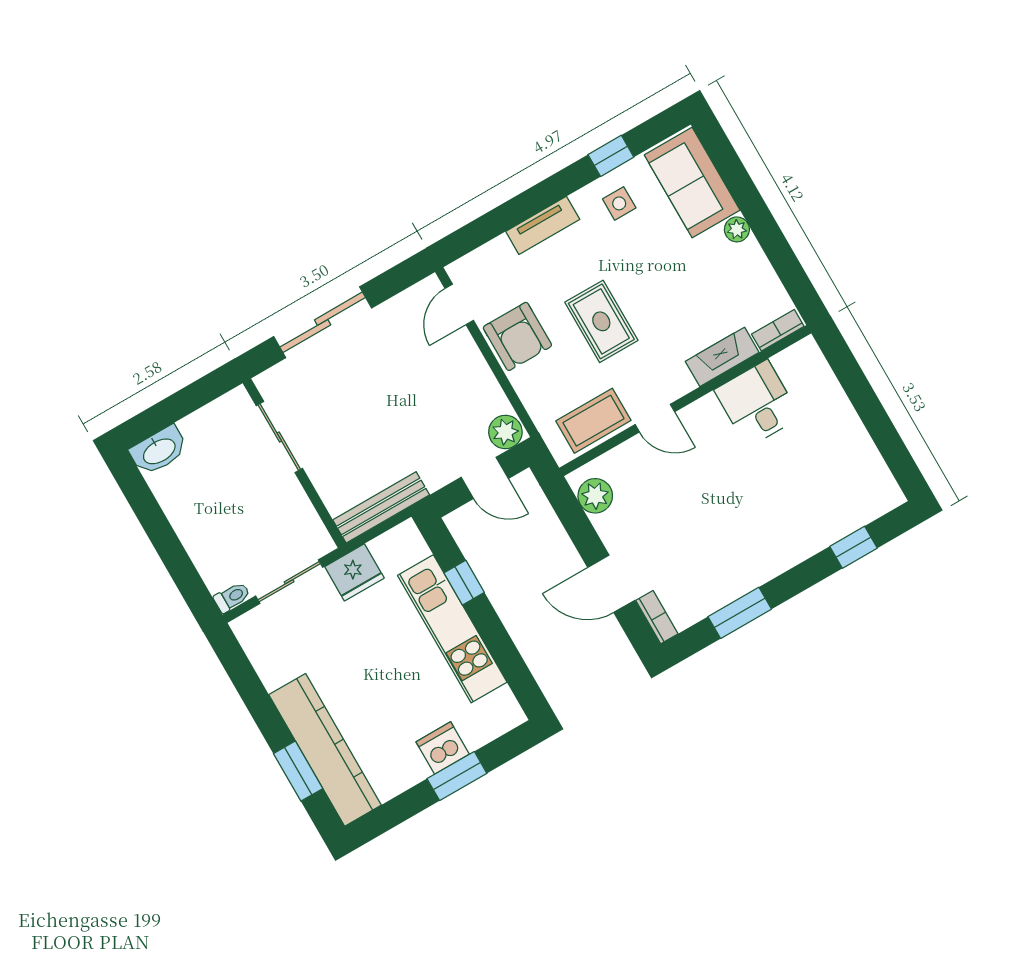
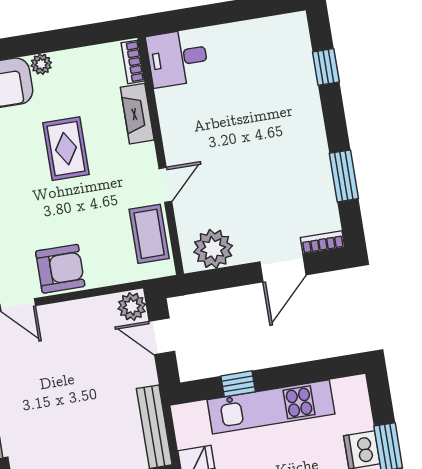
rug: (601, 321) -> (66, 149), moved, turned 90
desk: (757, 404) -> (178, 58), moved
door: (485, 478) -> (162, 336), swing flipped
plant: (595, 496) -> (213, 249), width x1.36, depth x1.36

